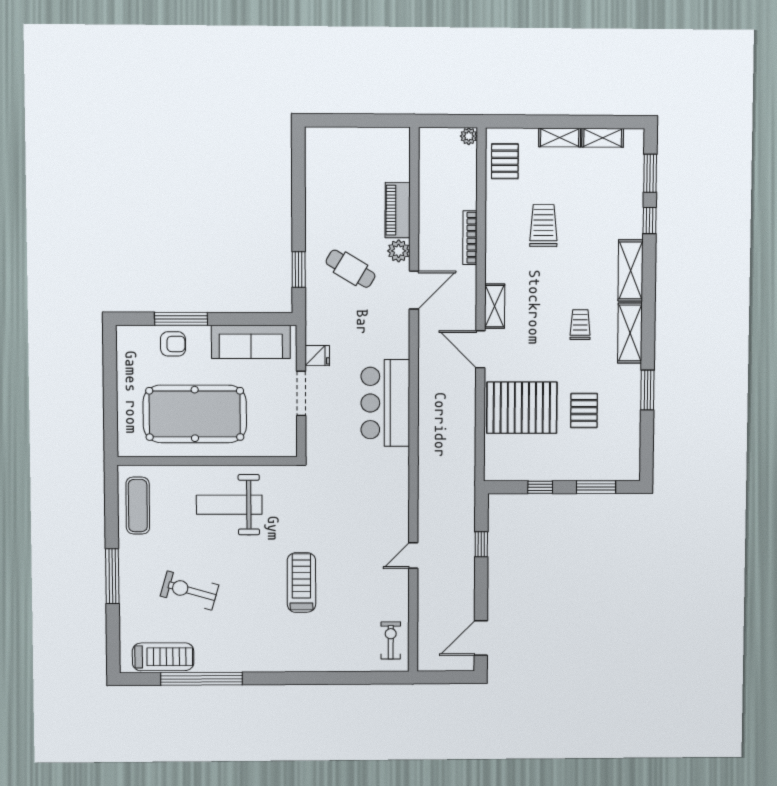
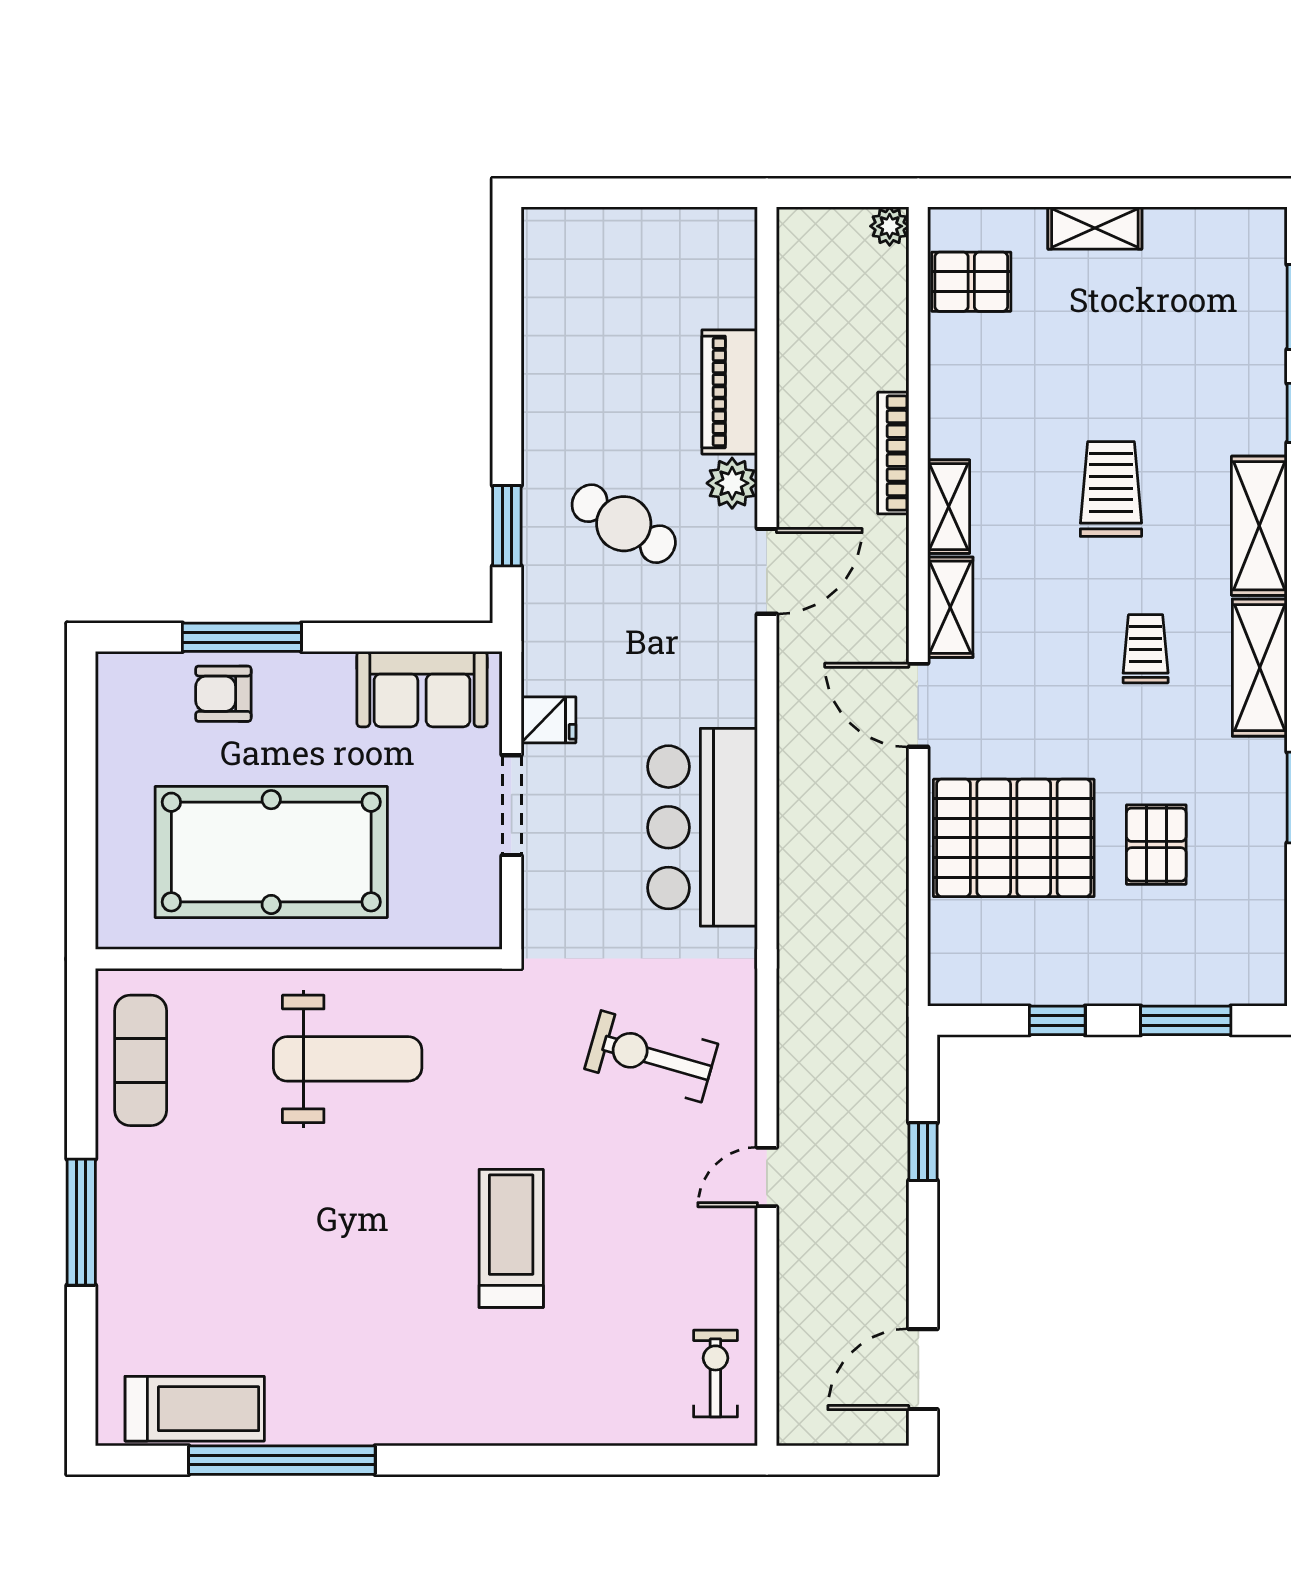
shelving: (603, 138) -> (949, 507), moved, turned 90
pallet: (505, 161) -> (971, 282), turned 90
trolley: (543, 226) -> (1111, 489), moved
sofa: (251, 342) -> (422, 689), width x0.73
armchair: (173, 344) -> (223, 694), turned 180
weight bench: (229, 505) -> (348, 1059), turned 180
exercise bike: (190, 591) -> (651, 1056), moved

